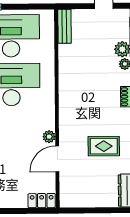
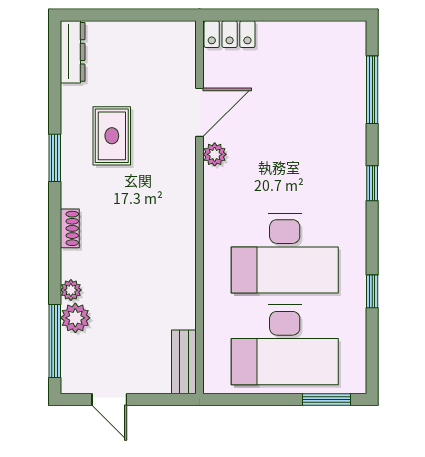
rug: (104, 146) -> (112, 136), turned 90

